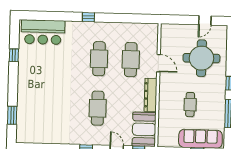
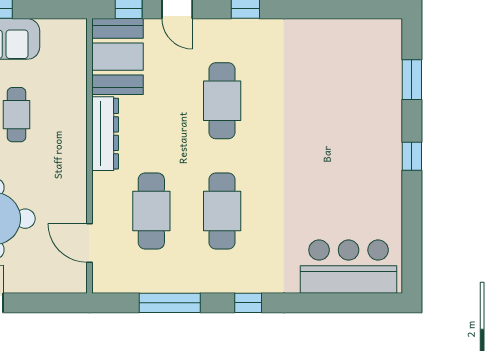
window: (124, 18) -> (170, 303), added
window: (14, 55) -> (412, 156), moved
door: (158, 63) -> (90, 243), moved

